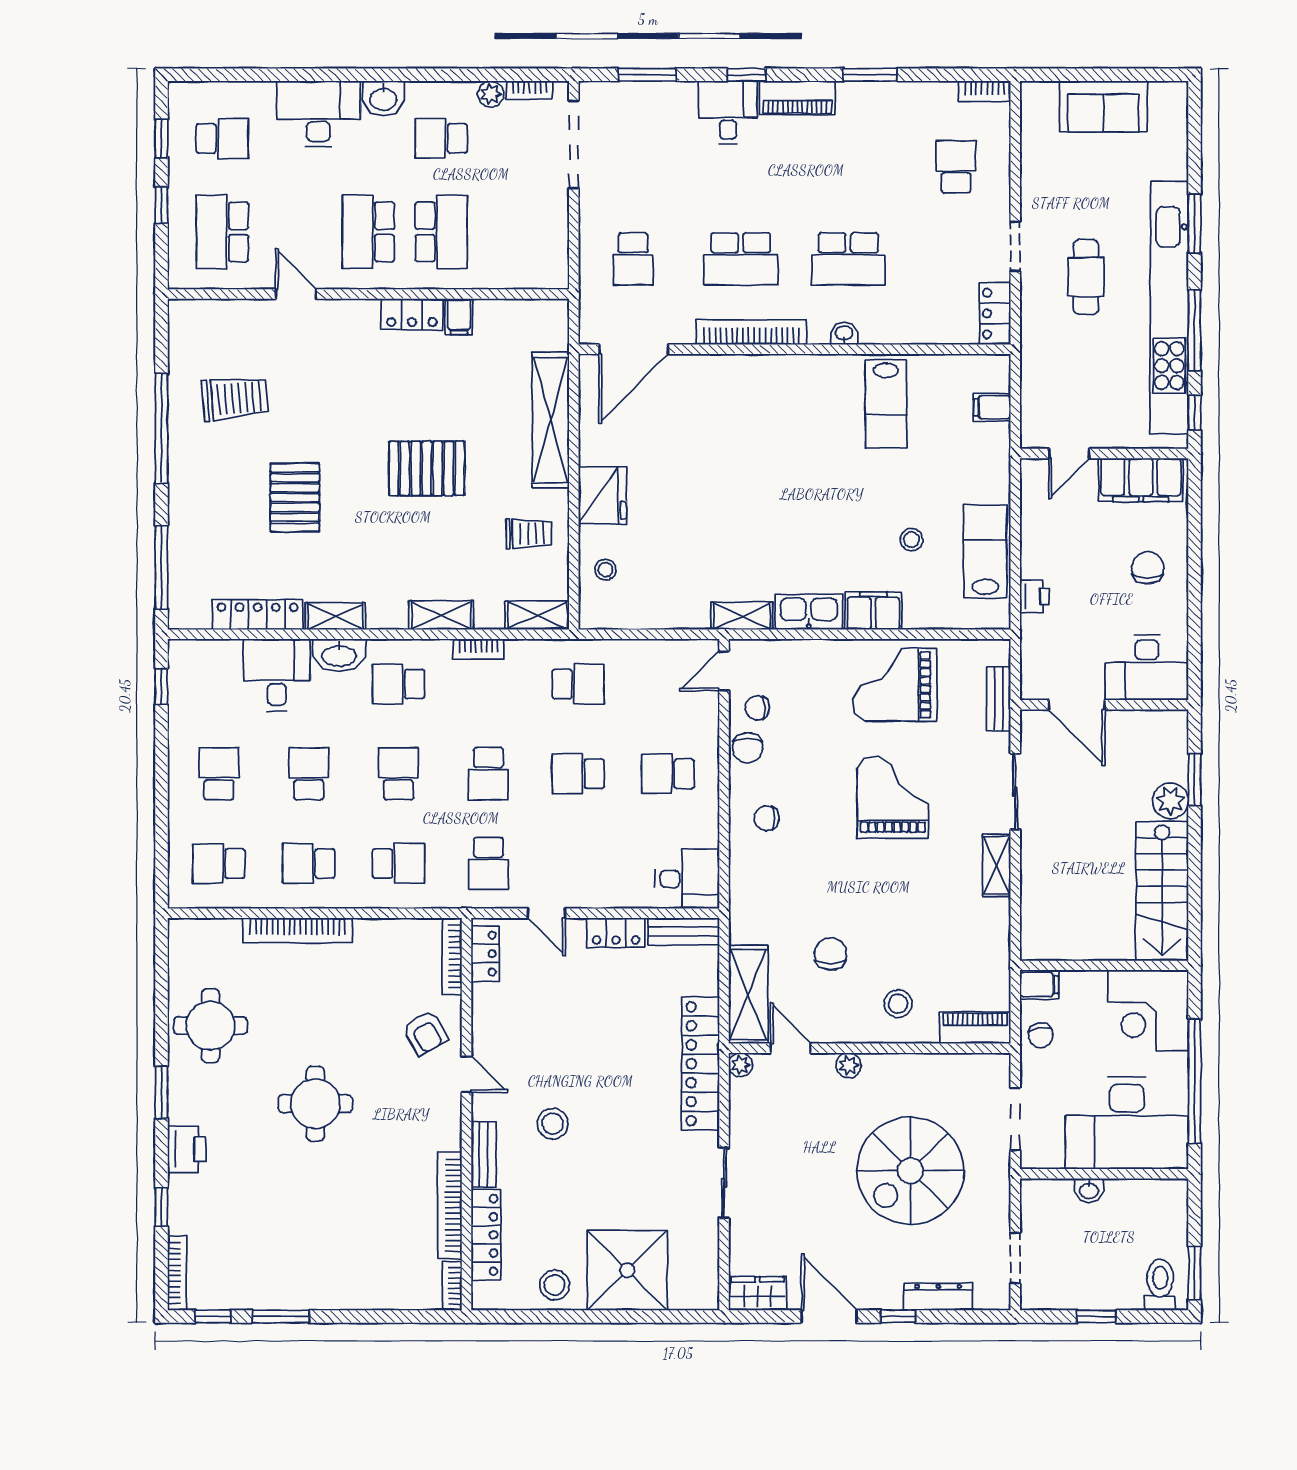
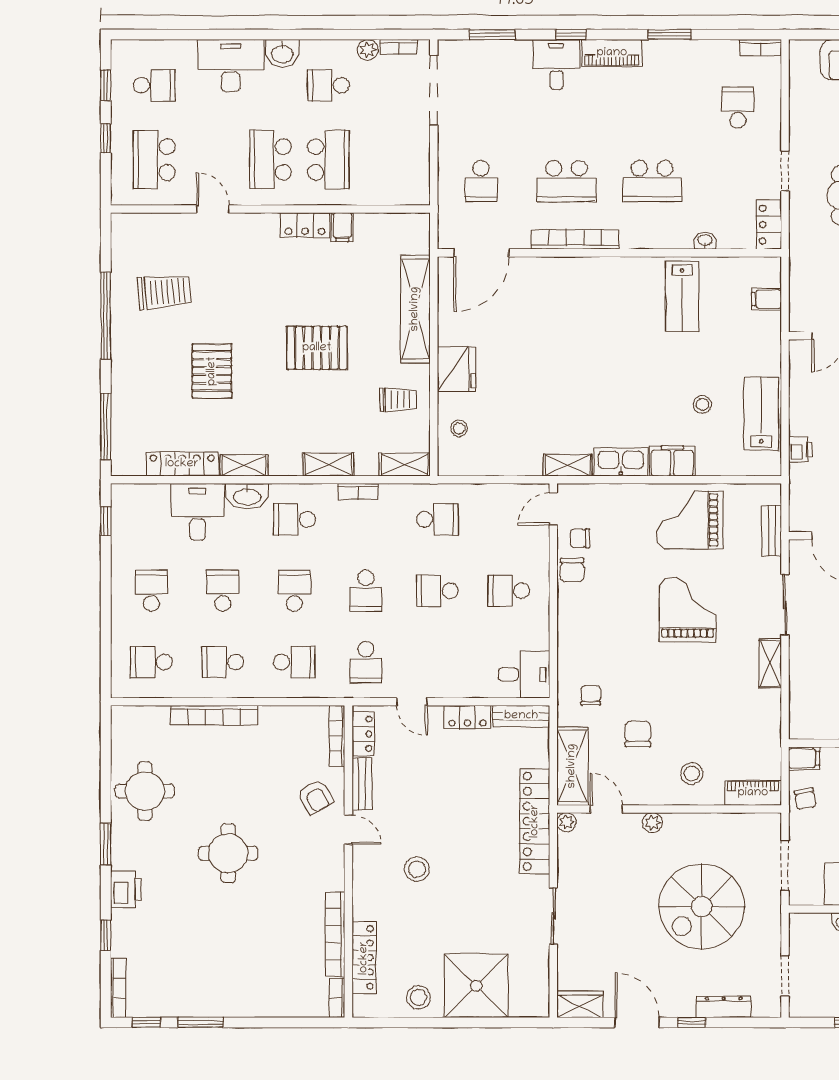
washbasin: (844, 334) -> (705, 240), moved
chair: (767, 818) -> (591, 695), moved, turned 90
bench: (484, 1154) -> (362, 784), moved

